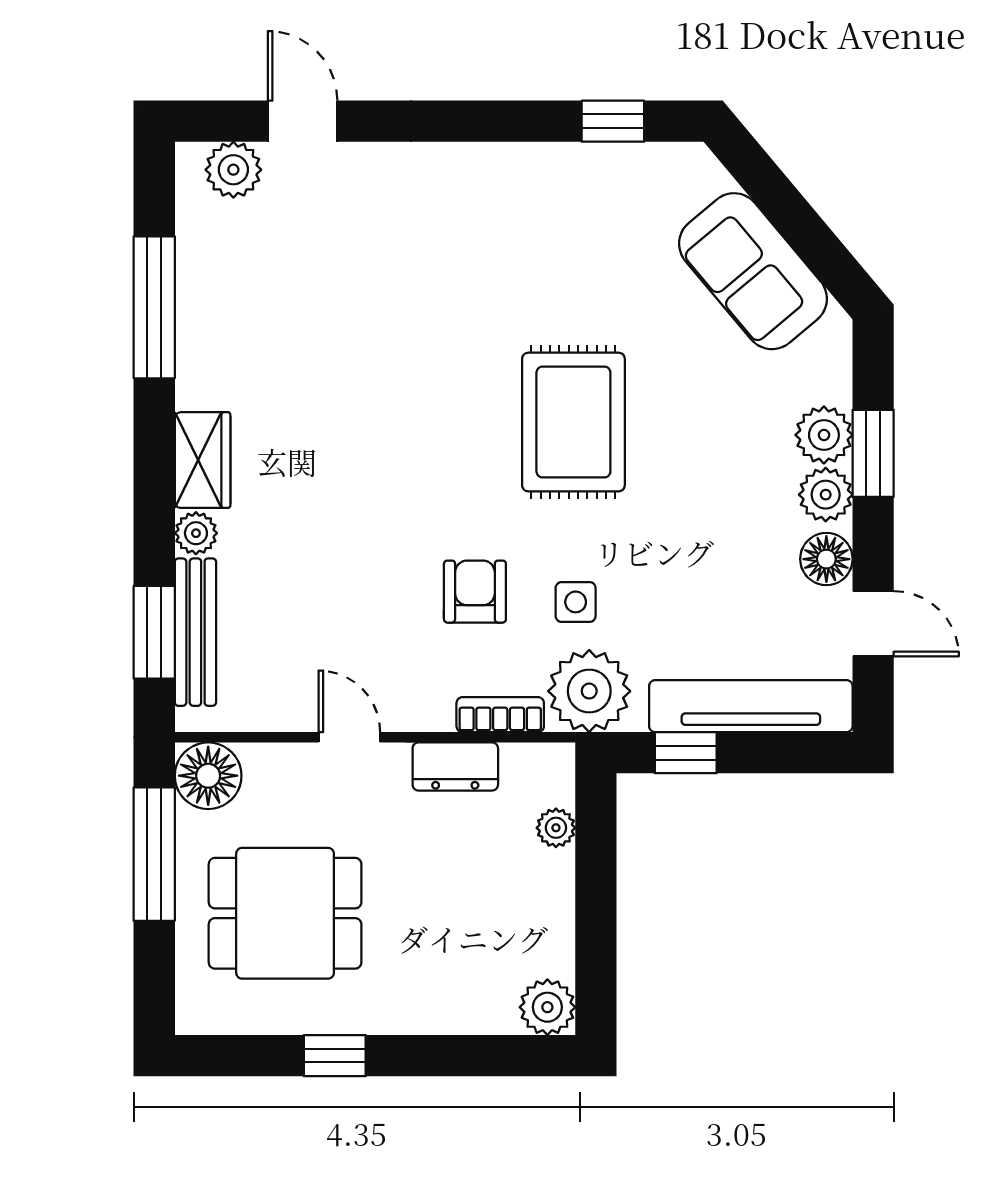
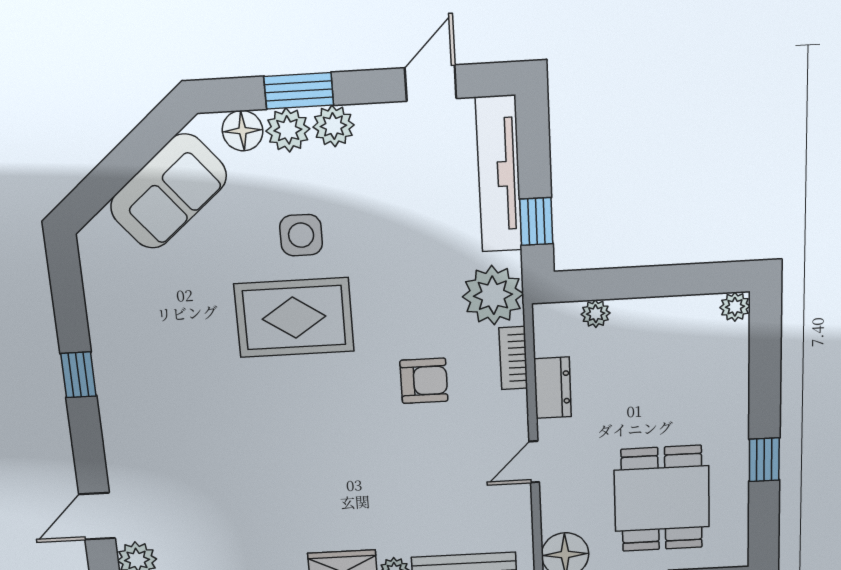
window: (613, 121) -> (78, 375), moved
floor lamp: (826, 559) -> (242, 131), moved
armchair: (475, 592) -> (424, 381), turned 180
side table: (576, 602) -> (301, 235), moved, width x1.37, depth x1.37
plant: (547, 1007) -> (735, 307), width x0.73, depth x0.73

